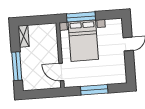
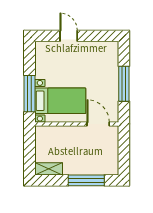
bed with nightstands: (83, 41) -> (60, 101), width x0.73
door: (61, 72) -> (98, 124), swing flipped

